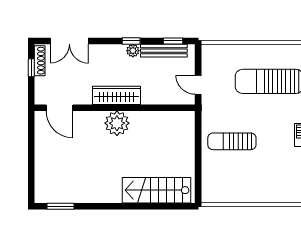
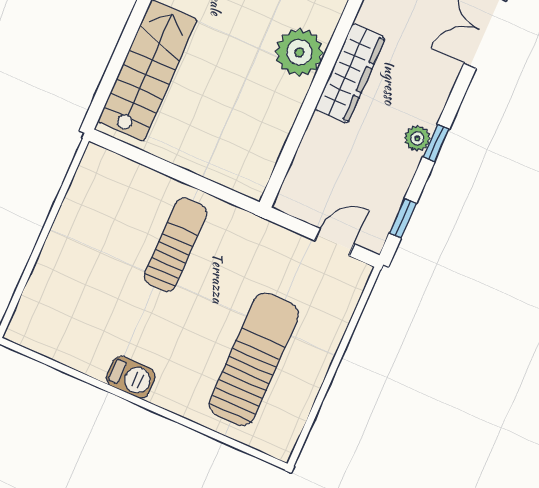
bench: (164, 51) -> (393, 194), removed
door: (198, 85) -> (334, 242), moved

